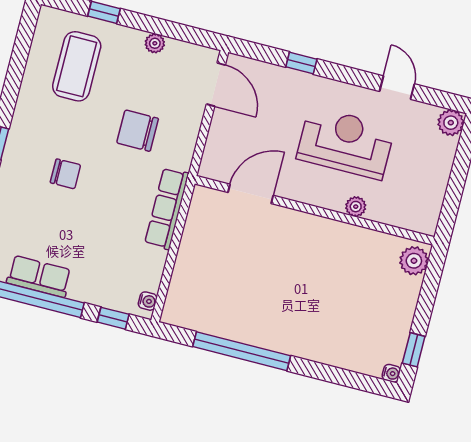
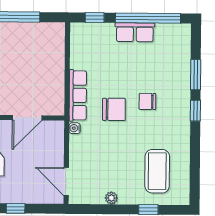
chair: (138, 131) -> (114, 109), moved
row of seats: (39, 276) -> (135, 32), moved
water cooler: (148, 301) -> (75, 128), moved

